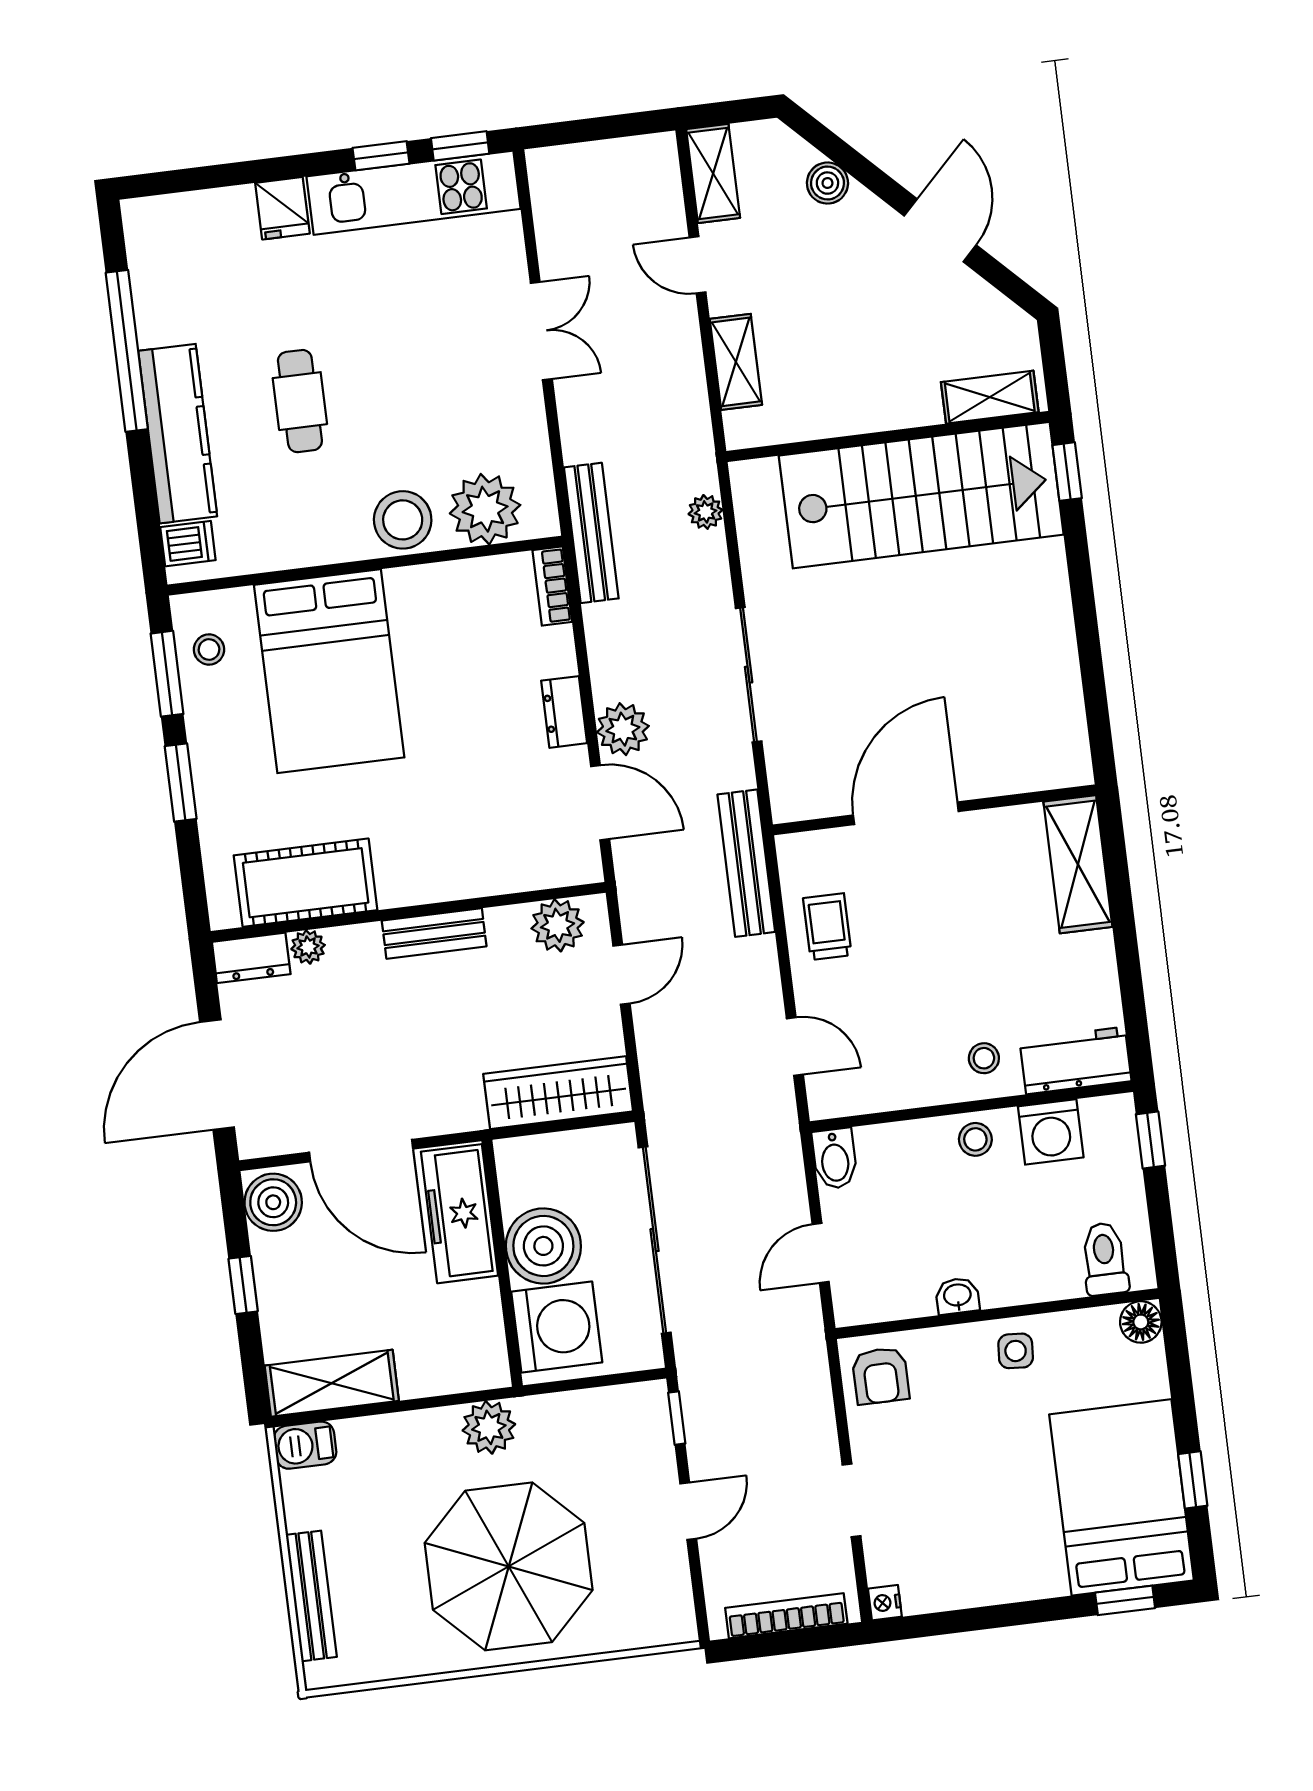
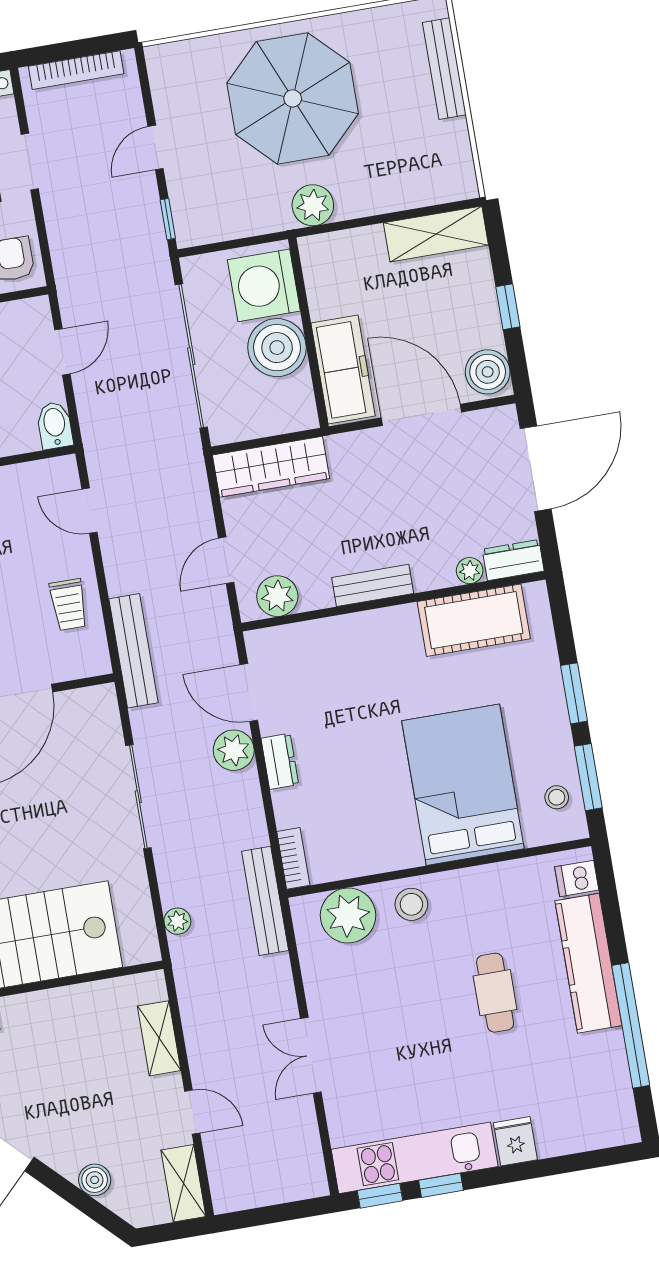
stool: (403, 520) -> (411, 904), width x0.73, depth x0.73
barbecue: (305, 1445) -> (454, 185), removed

